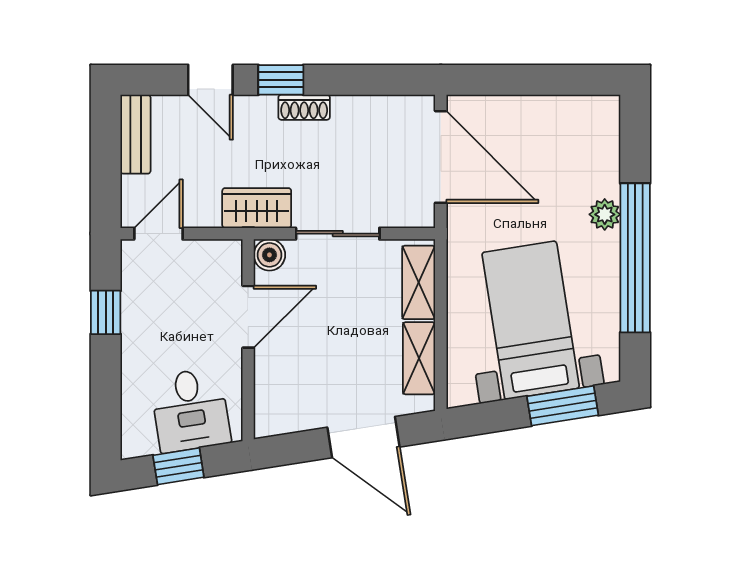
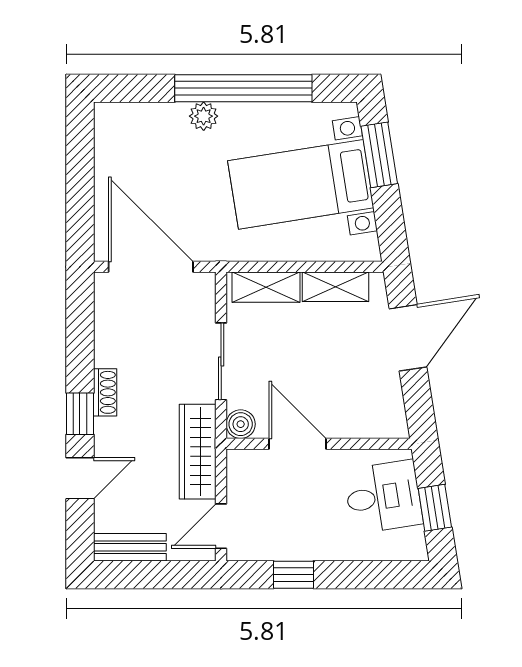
door: (441, 157) -> (151, 267), hinge flipped
wardrobe: (257, 208) -> (198, 452), width x1.50
door: (158, 234) -> (221, 526), hinge flipped

